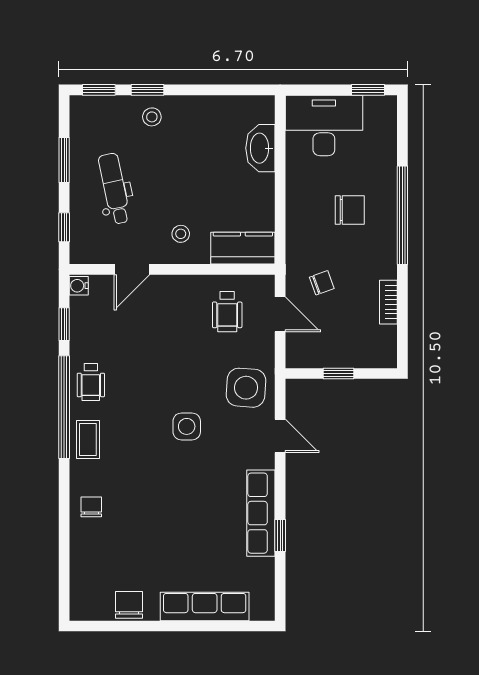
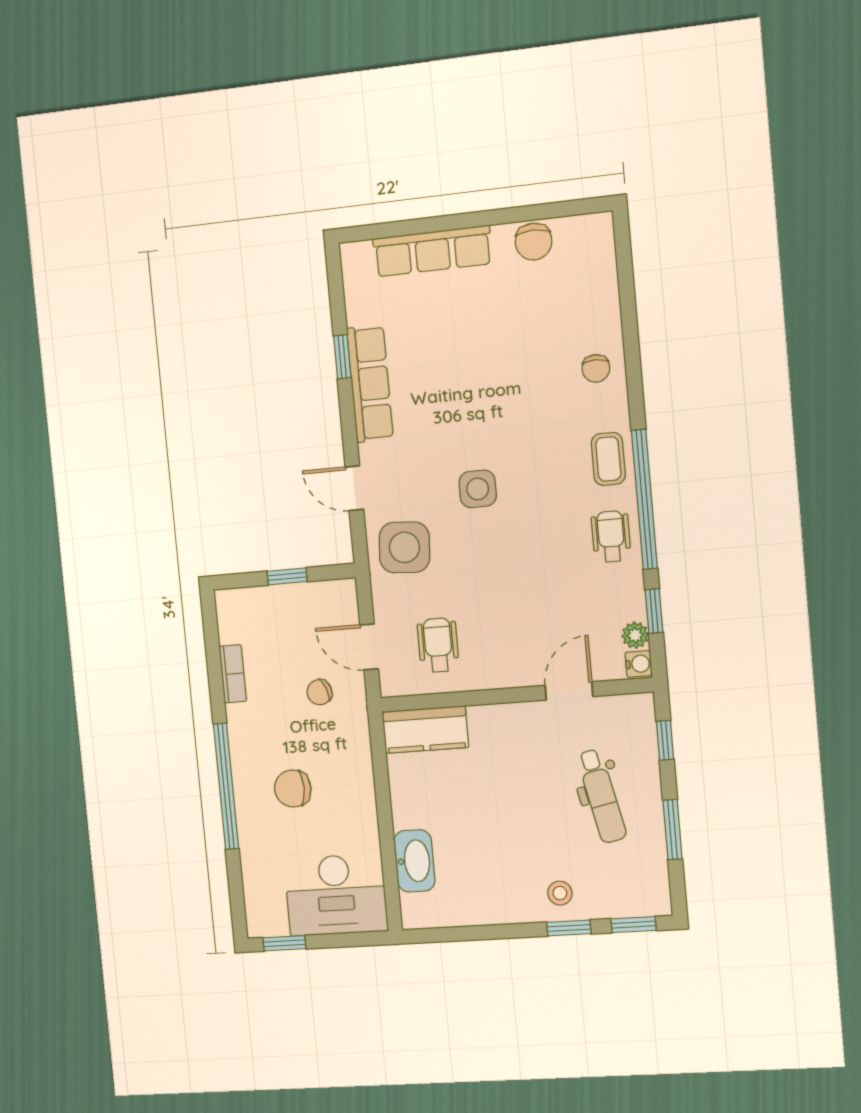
stool: (181, 234) -> (508, 743), removed
plant: (79, 307) -> (635, 635), added

